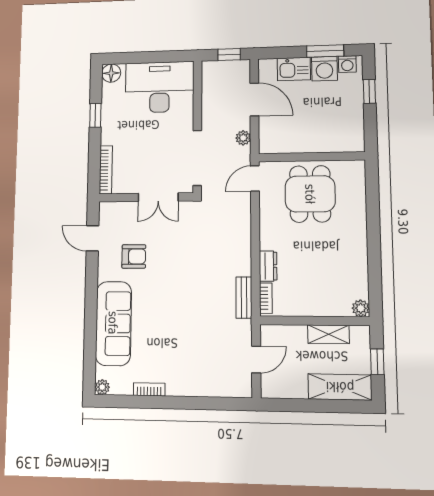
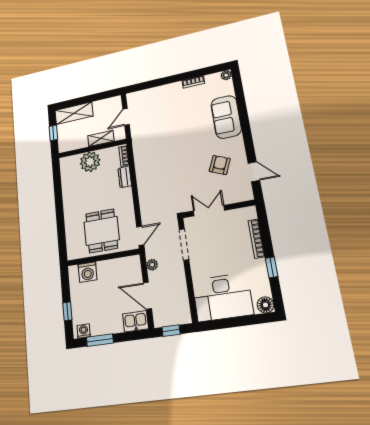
kitchen sink: (294, 69) -> (135, 321), moved
washing machine: (324, 69) -> (88, 272), moved, turned 180
doorway: (197, 158) -> (184, 245), width x0.73
bookcase: (106, 170) -> (256, 239), moved
armchair: (134, 256) -> (220, 165), turned 113
bench: (244, 298) -> (138, 153), removed
plant: (361, 308) -> (90, 162), moved, width x1.87, depth x1.87
sofa: (113, 323) -> (226, 117), width x0.73
shelving: (328, 334) -> (101, 138), moved

